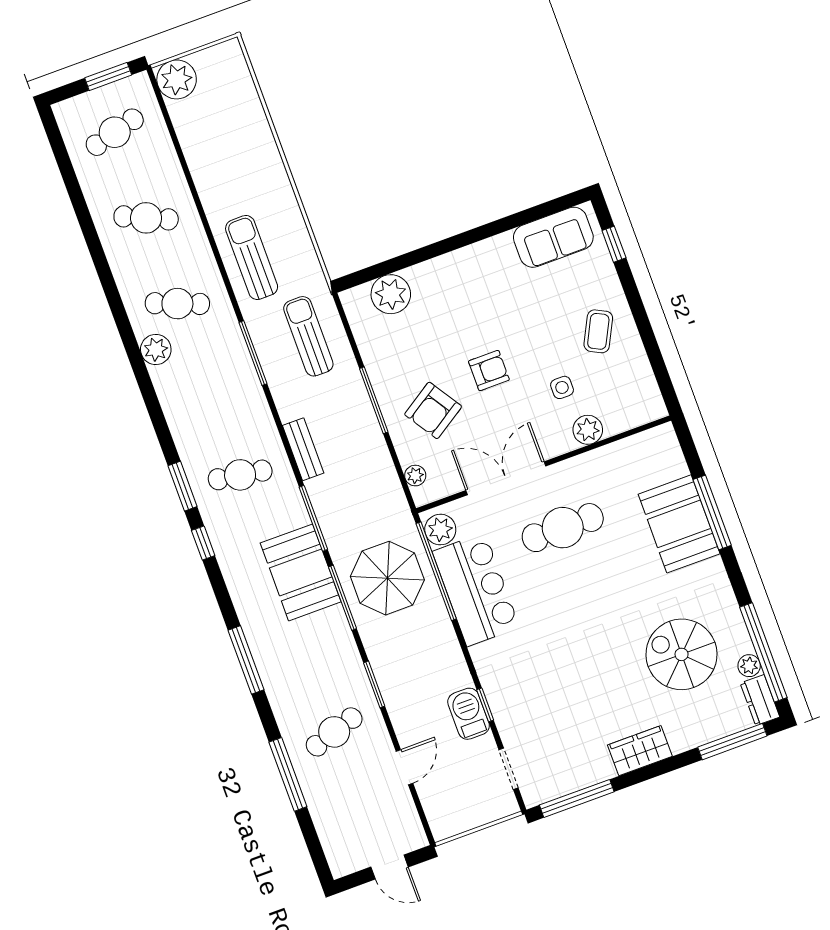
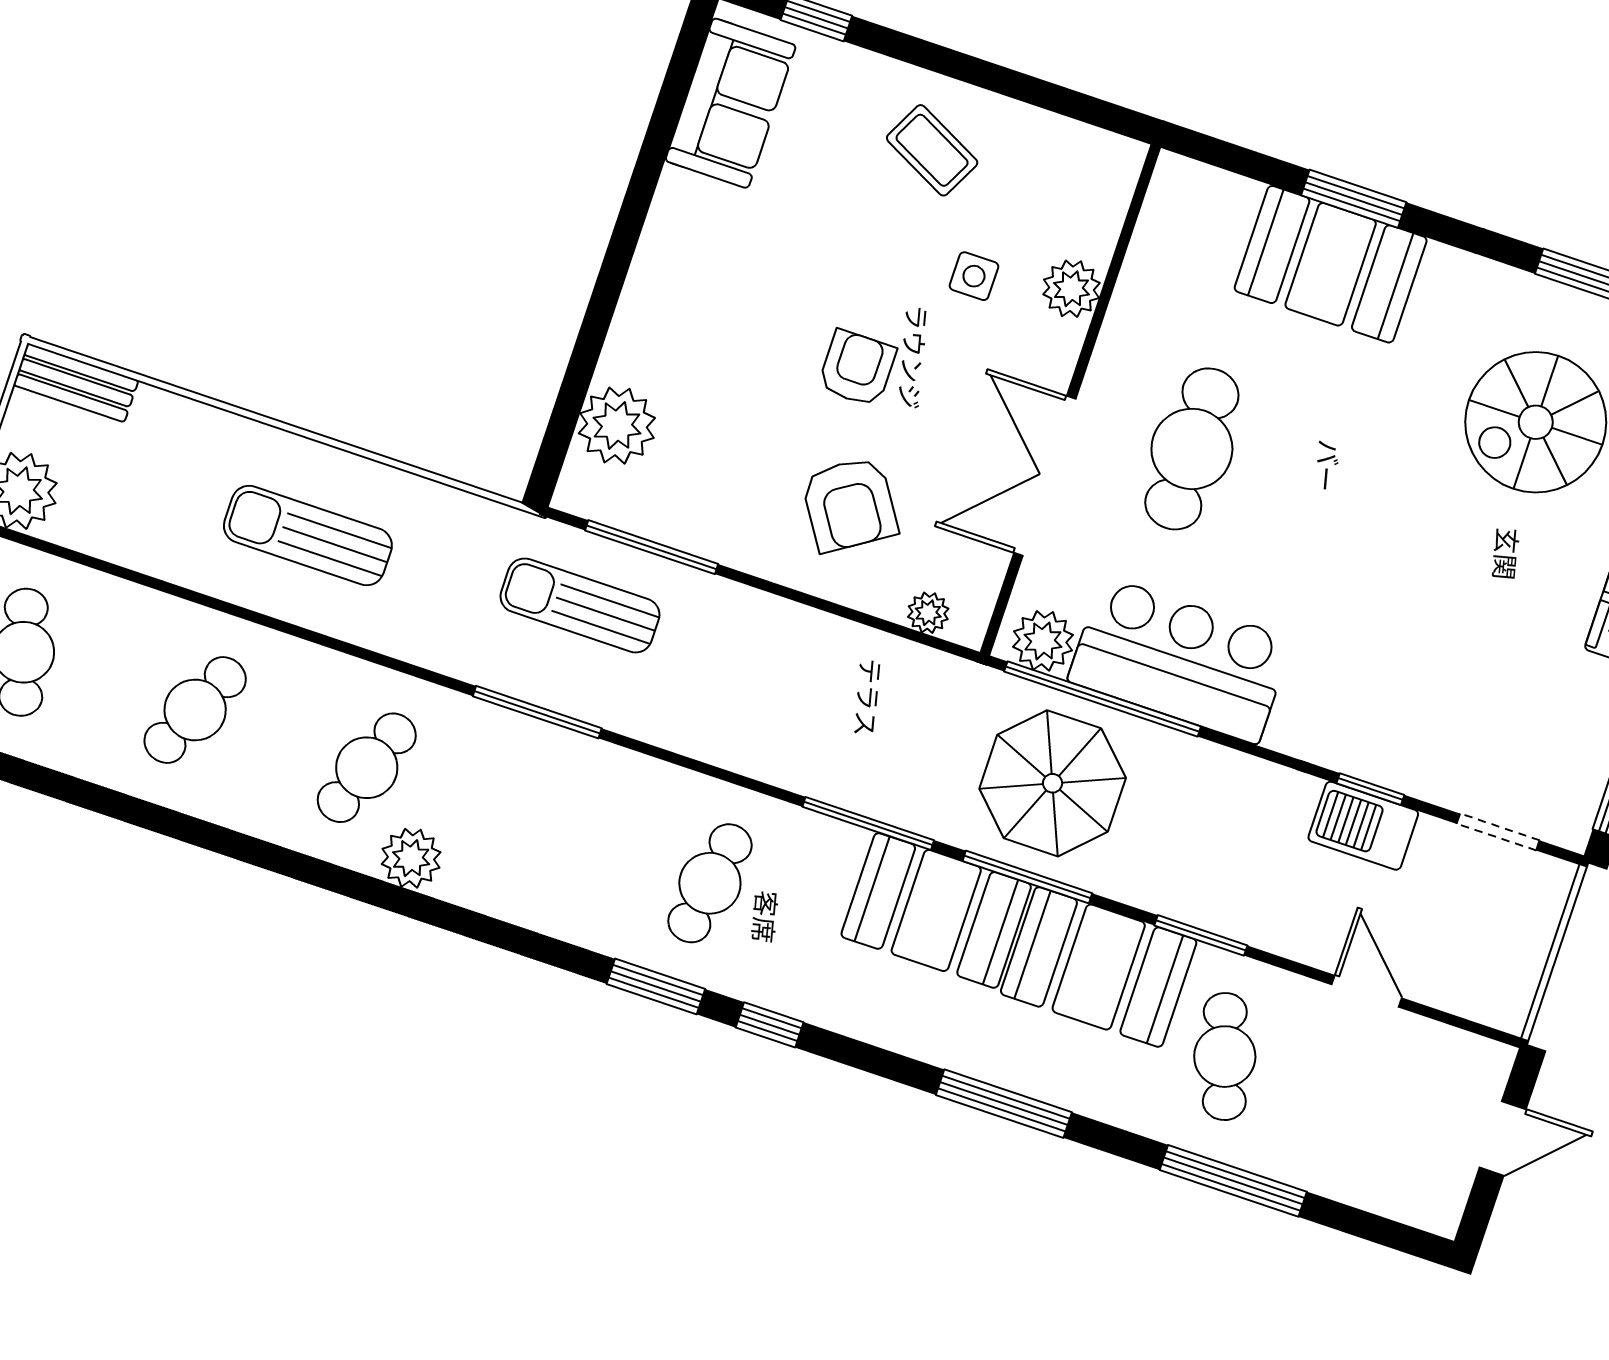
sun lounger: (252, 257) -> (308, 536), moved
window: (374, 400) -> (652, 547), moved
bench: (303, 449) -> (76, 383), moved
window: (712, 512) -> (1354, 199), width x0.69
booth: (330, 654) -> (1099, 967), added

